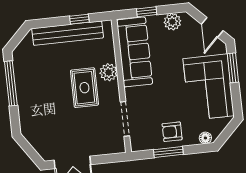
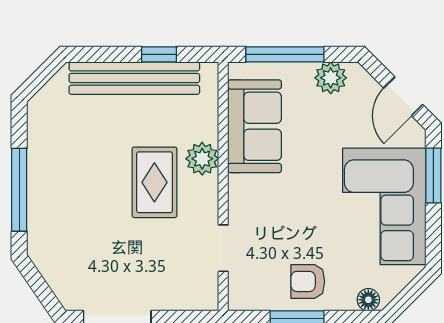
window: (147, 12) -> (285, 54), width x2.17
sofa: (135, 52) -> (255, 126), width x0.73
window: (11, 83) -> (19, 190), moved
doorway: (125, 119) -> (223, 248), width x0.73

